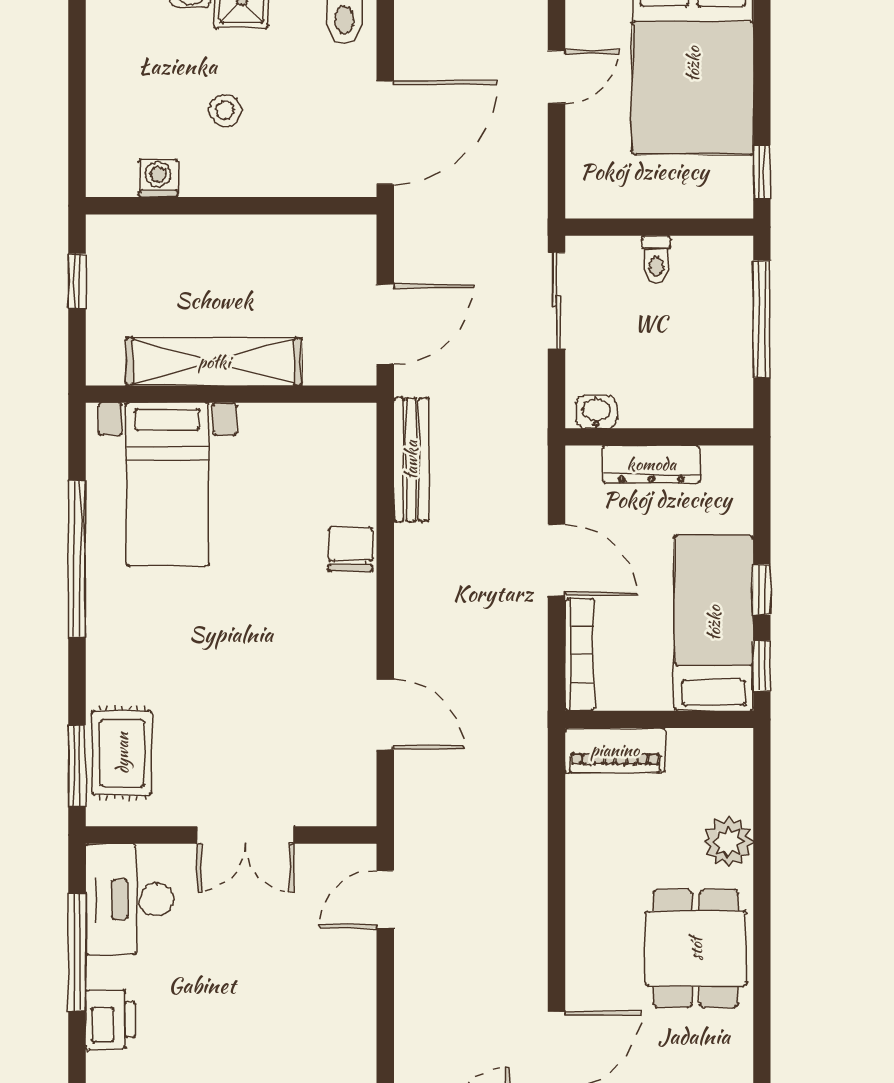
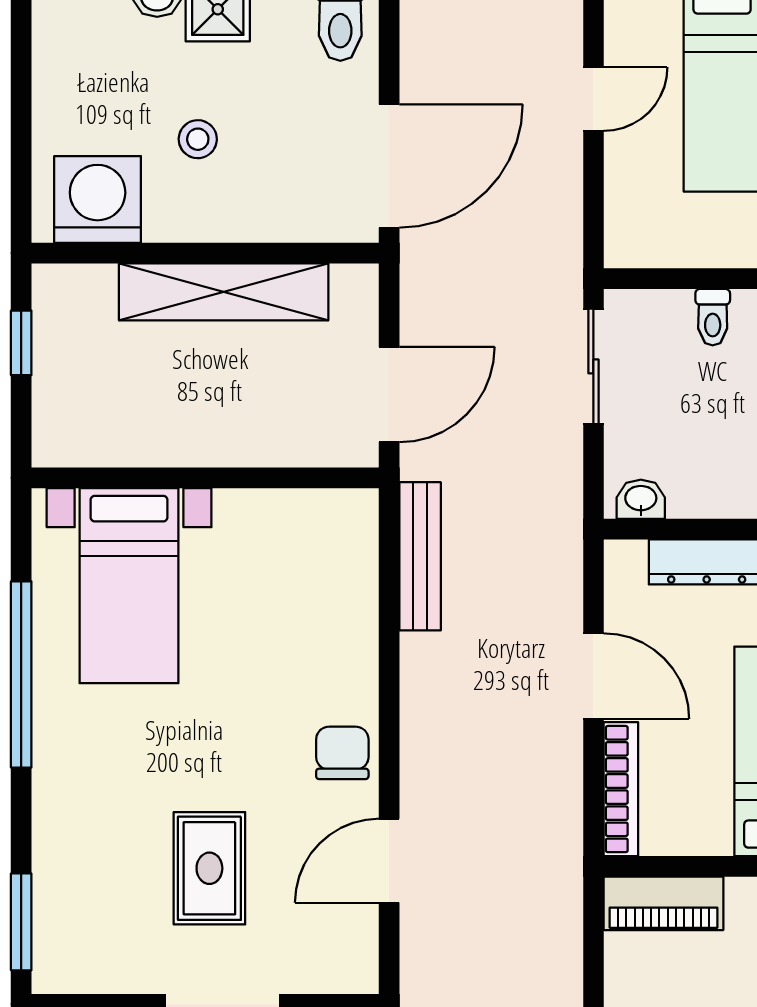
washing machine: (158, 178) -> (98, 199), width x1.89, depth x1.89
shelving: (214, 362) -> (224, 292), moved
chair: (350, 549) -> (342, 753), moved
door: (385, 715) -> (389, 861), swing flipped
rug: (122, 753) -> (209, 868), moved

